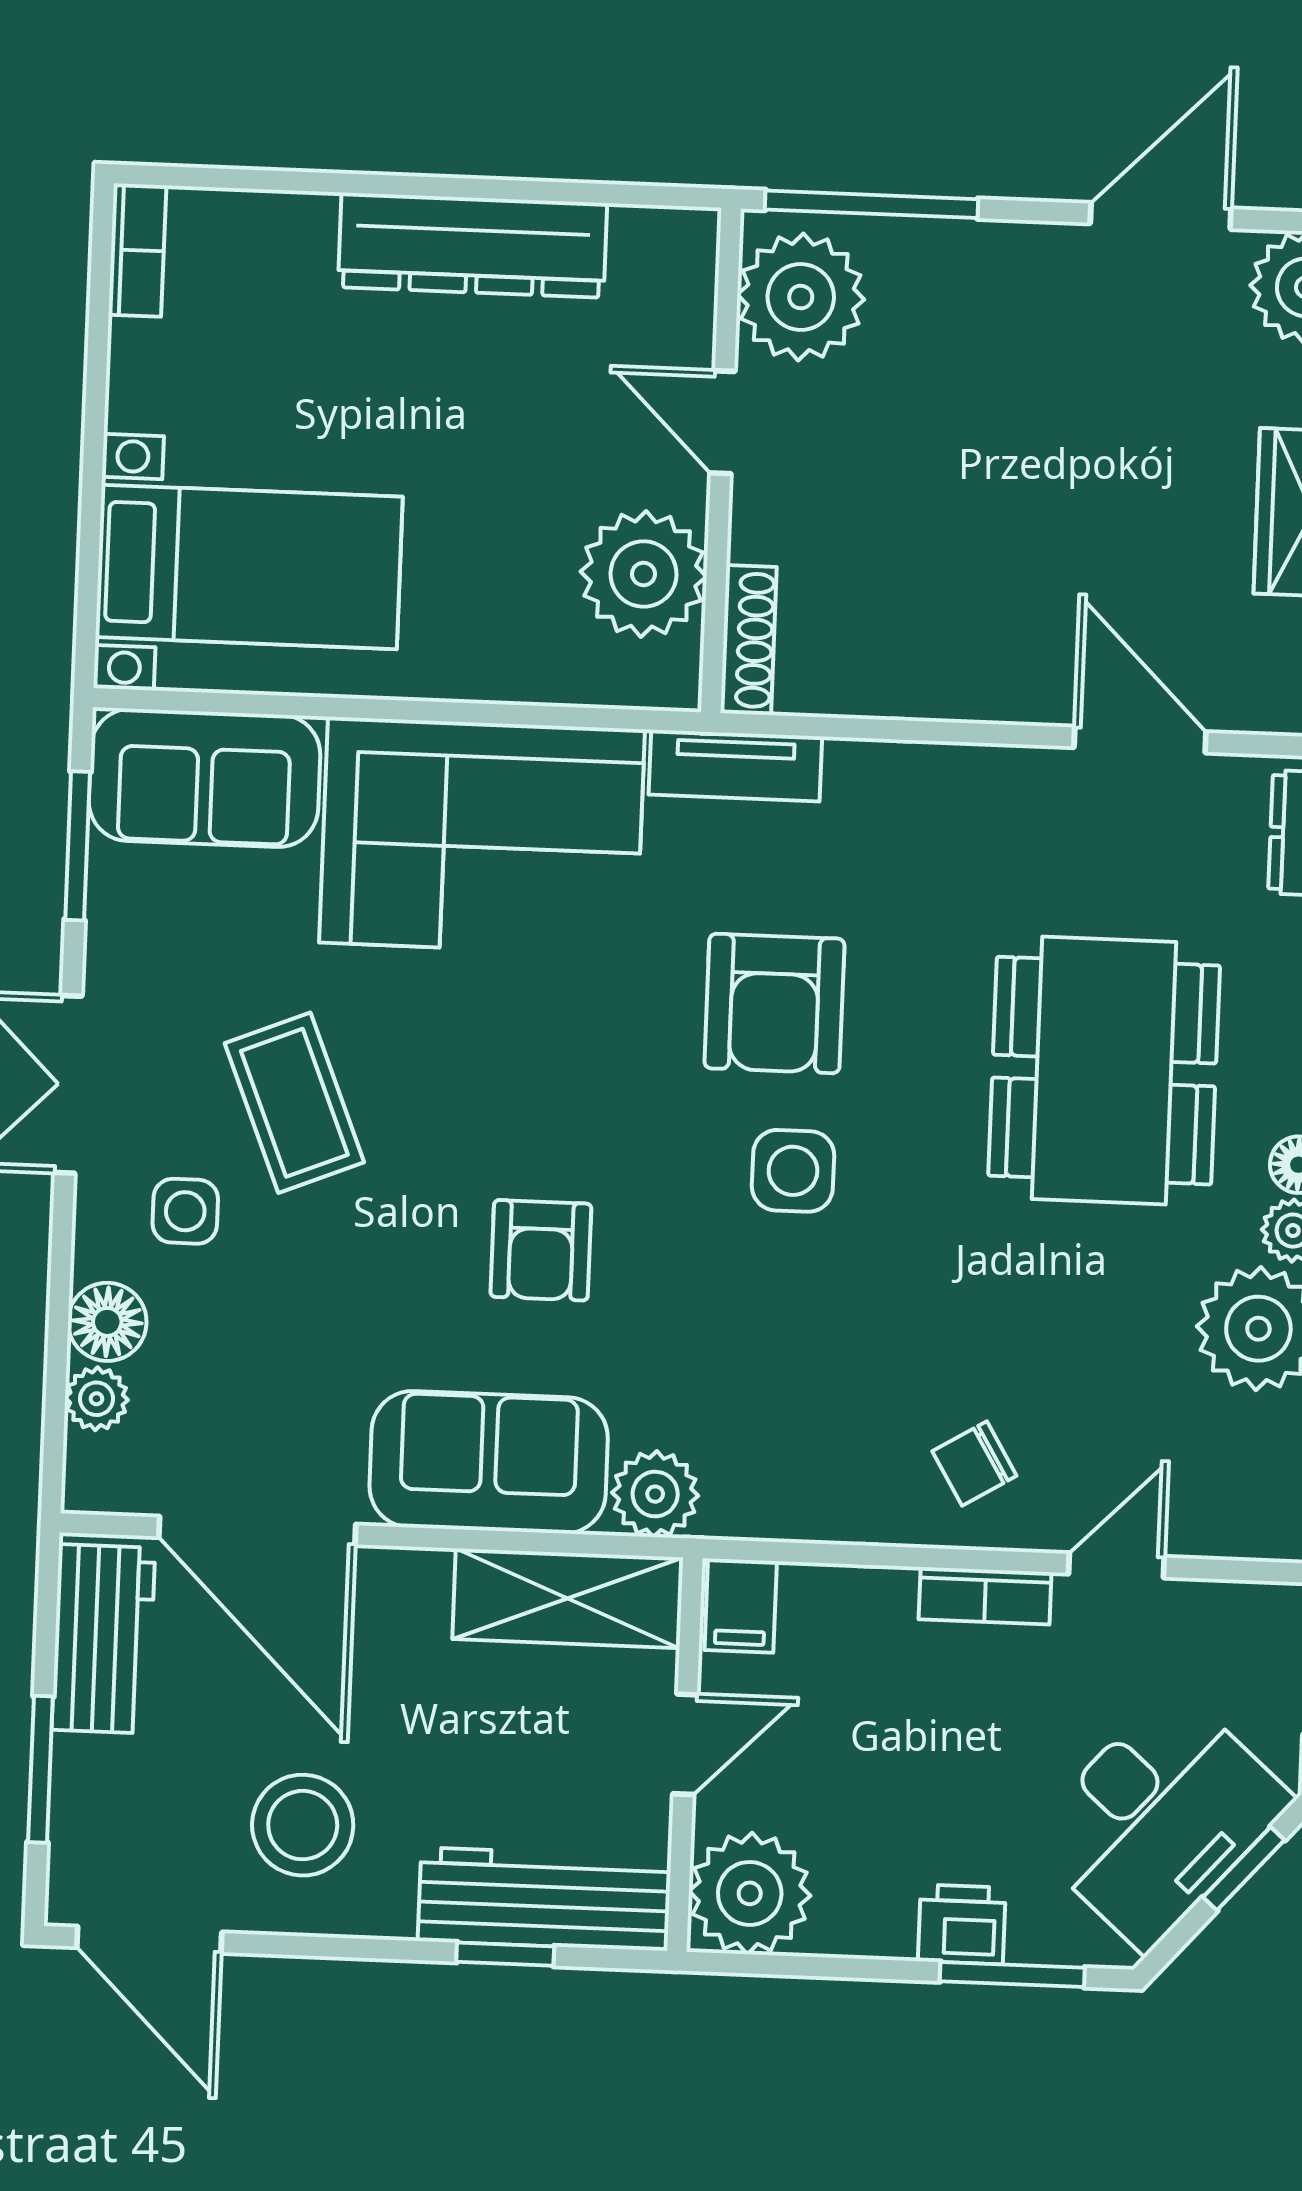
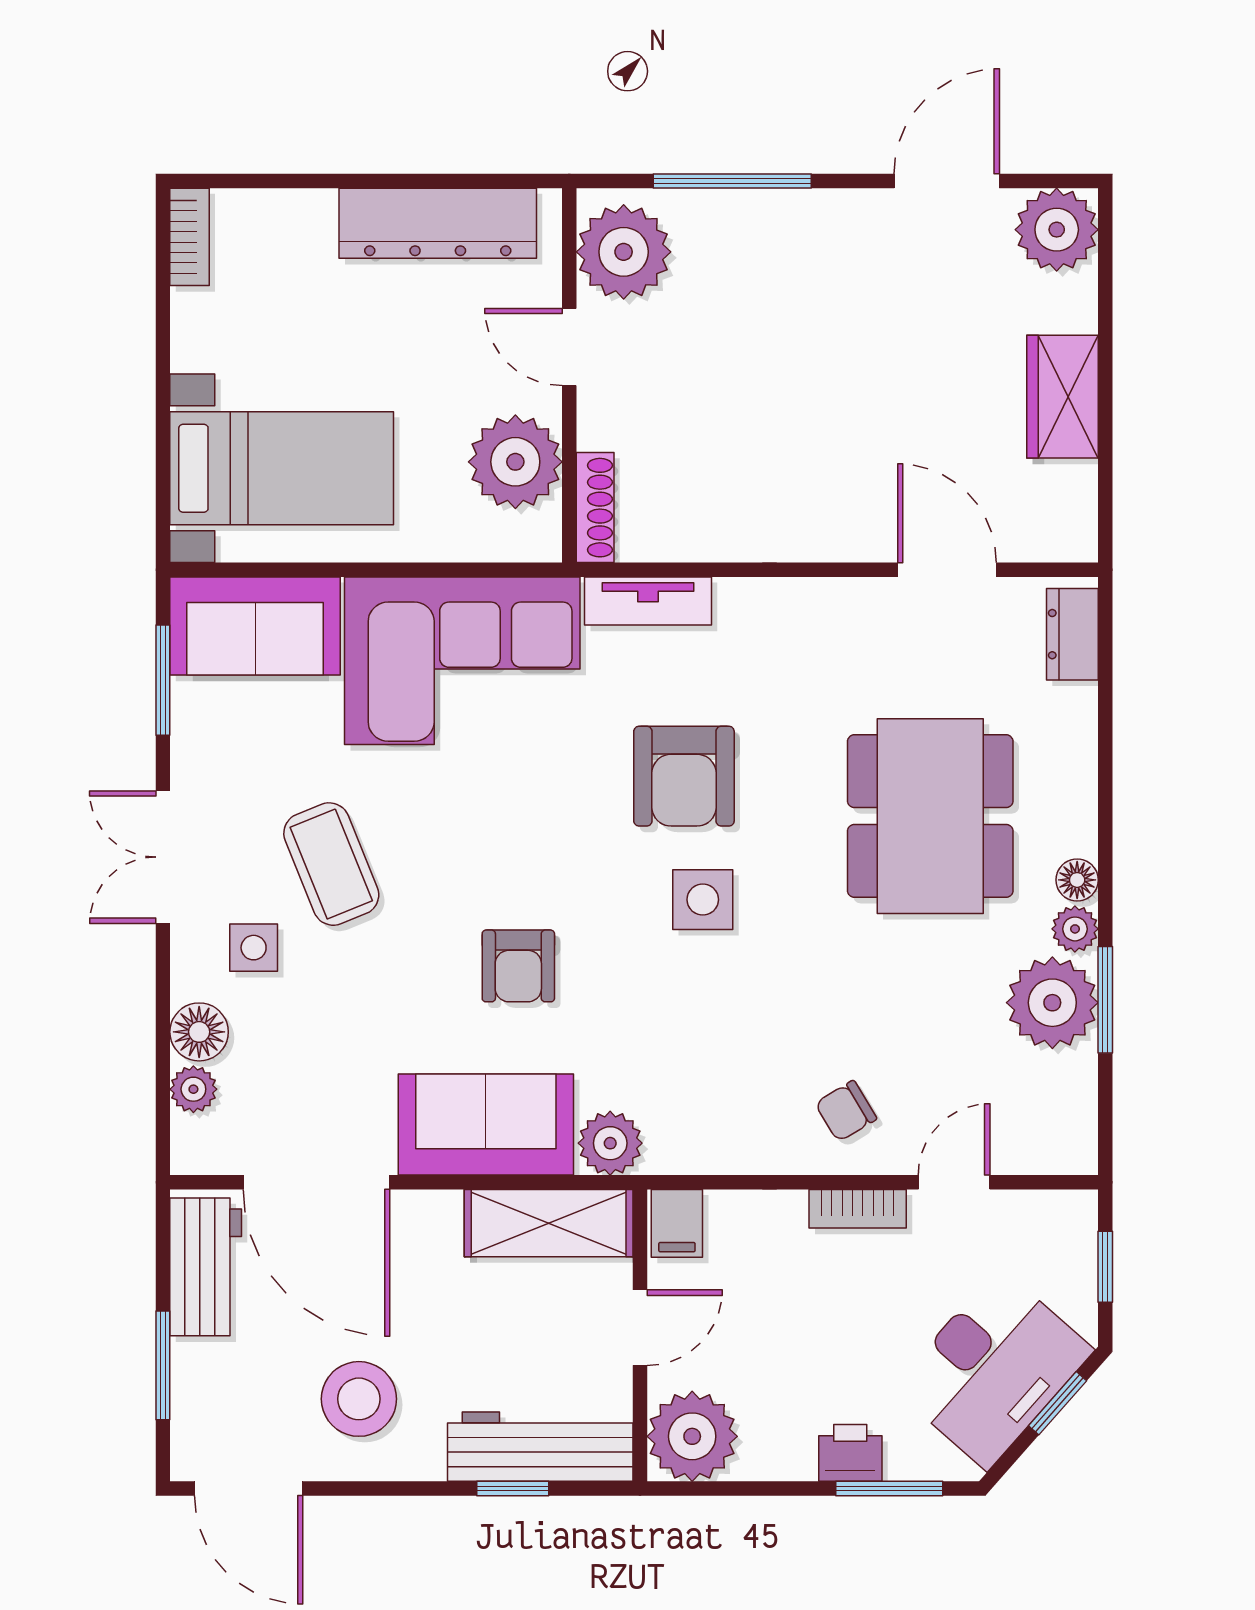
plant: (801, 297) -> (624, 252), moved
door: (722, 422) -> (569, 347), moved
wall: (721, 461) -> (569, 375), moved
plant: (644, 574) -> (515, 462), moved
shoe rack: (749, 640) -> (595, 508), moved

